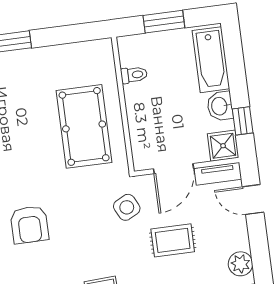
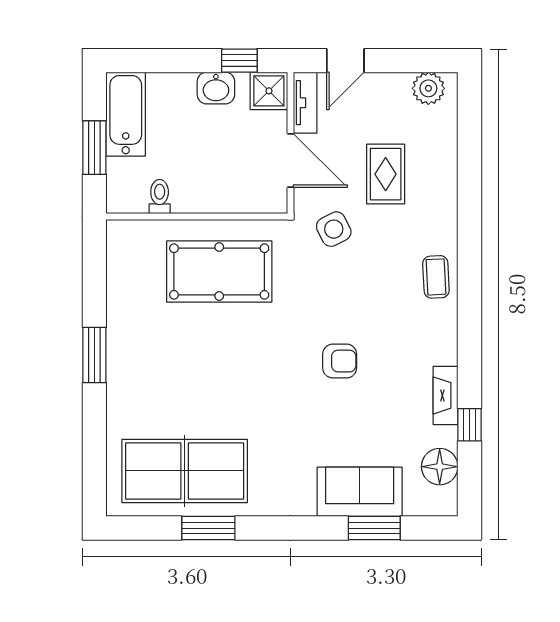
bathtub: (211, 60) -> (126, 114), moved, turned -90
armchair: (29, 225) -> (340, 361), width x0.72, depth x0.72

